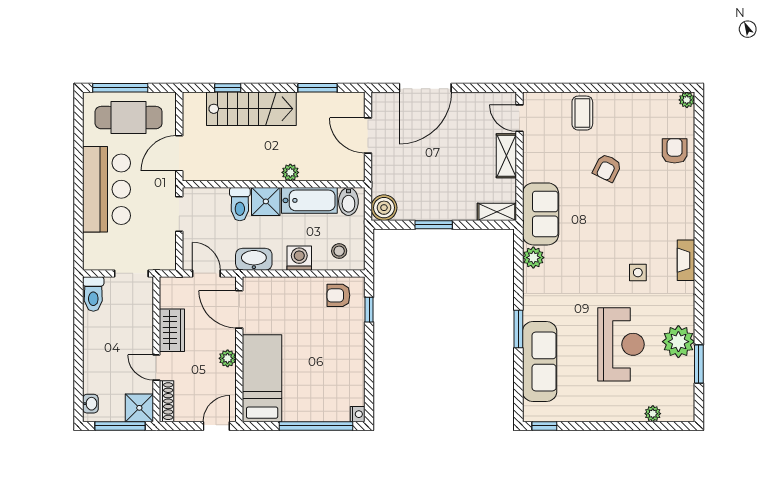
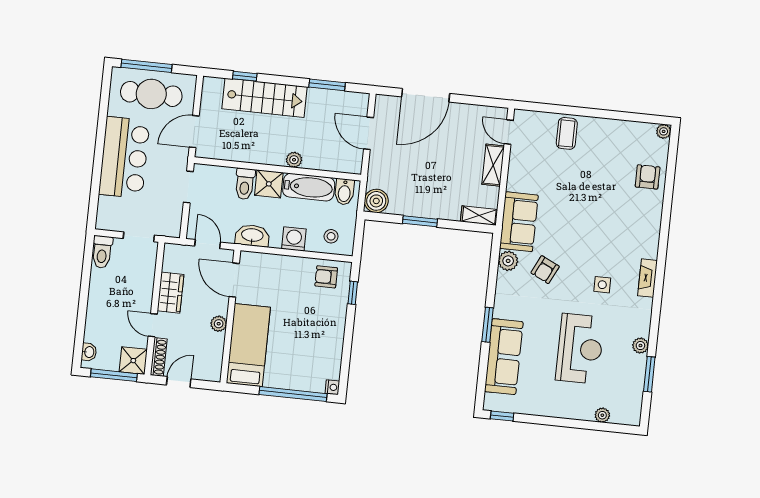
armchair: (607, 168) -> (545, 270), moved
plant: (678, 342) -> (640, 346), width x0.53, depth x0.53
door: (216, 426) -> (179, 382), moved

